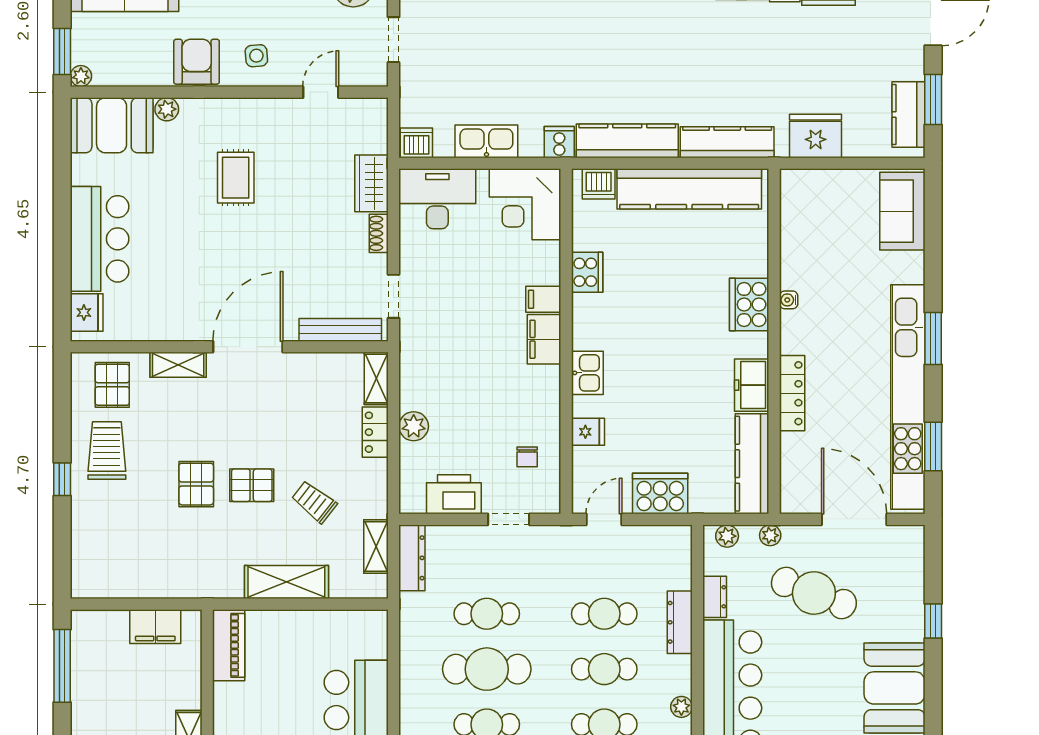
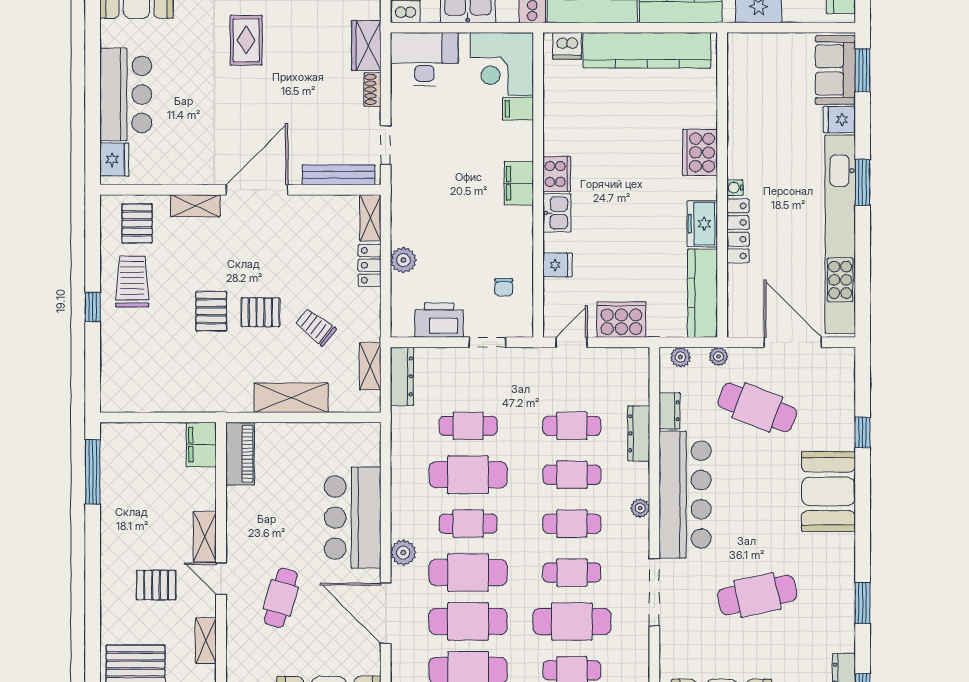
fridge: (907, 267) -> (839, 120), added
cooker: (587, 272) -> (557, 174), moved
filing cabinet: (543, 299) -> (518, 109), moved
water cooler: (789, 300) -> (735, 188), moved
window: (933, 447) -> (863, 70), moved
filing cabinet: (155, 627) -> (201, 445), moved, turned 90

